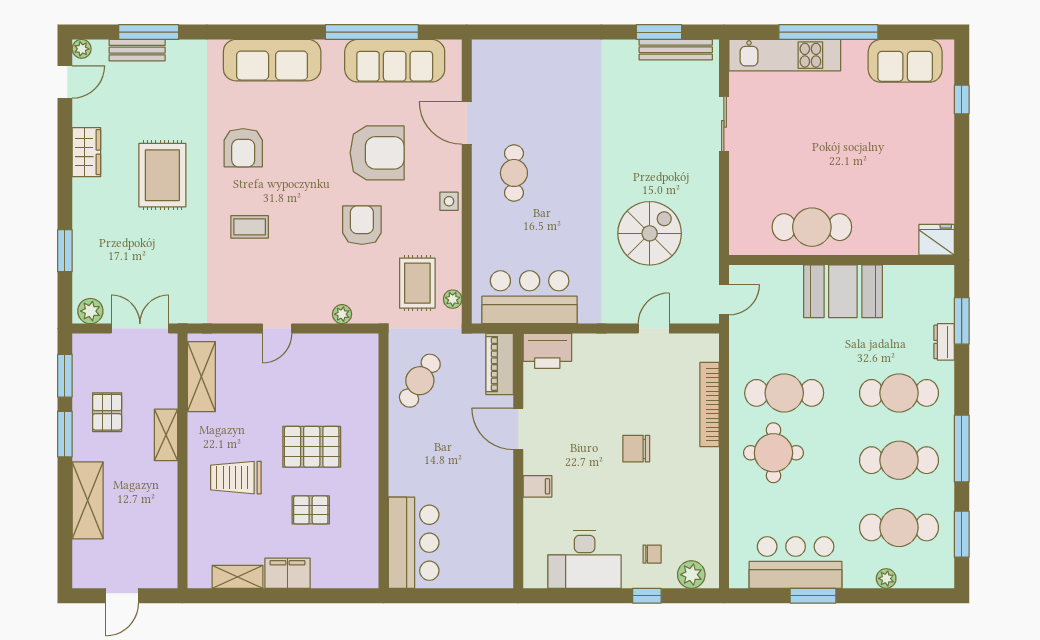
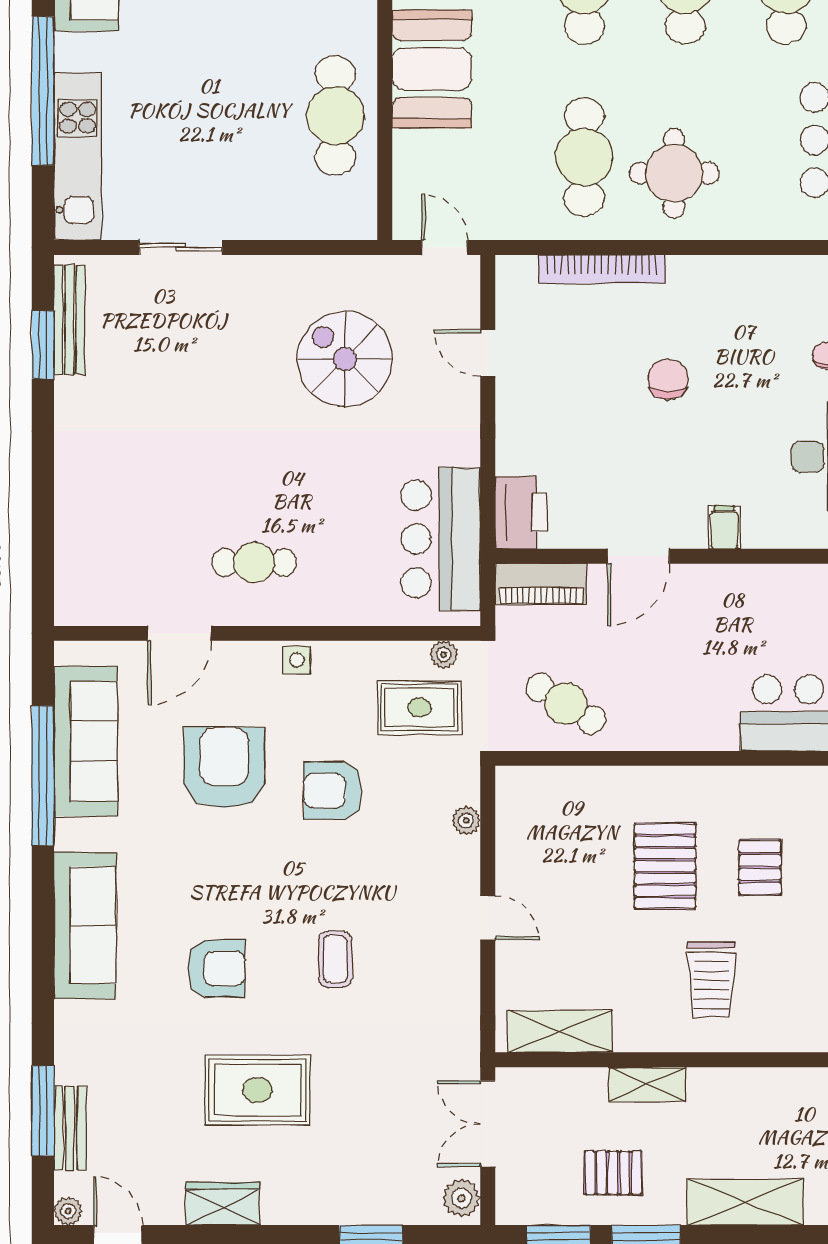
chair: (636, 449) -> (668, 379), turned 180

